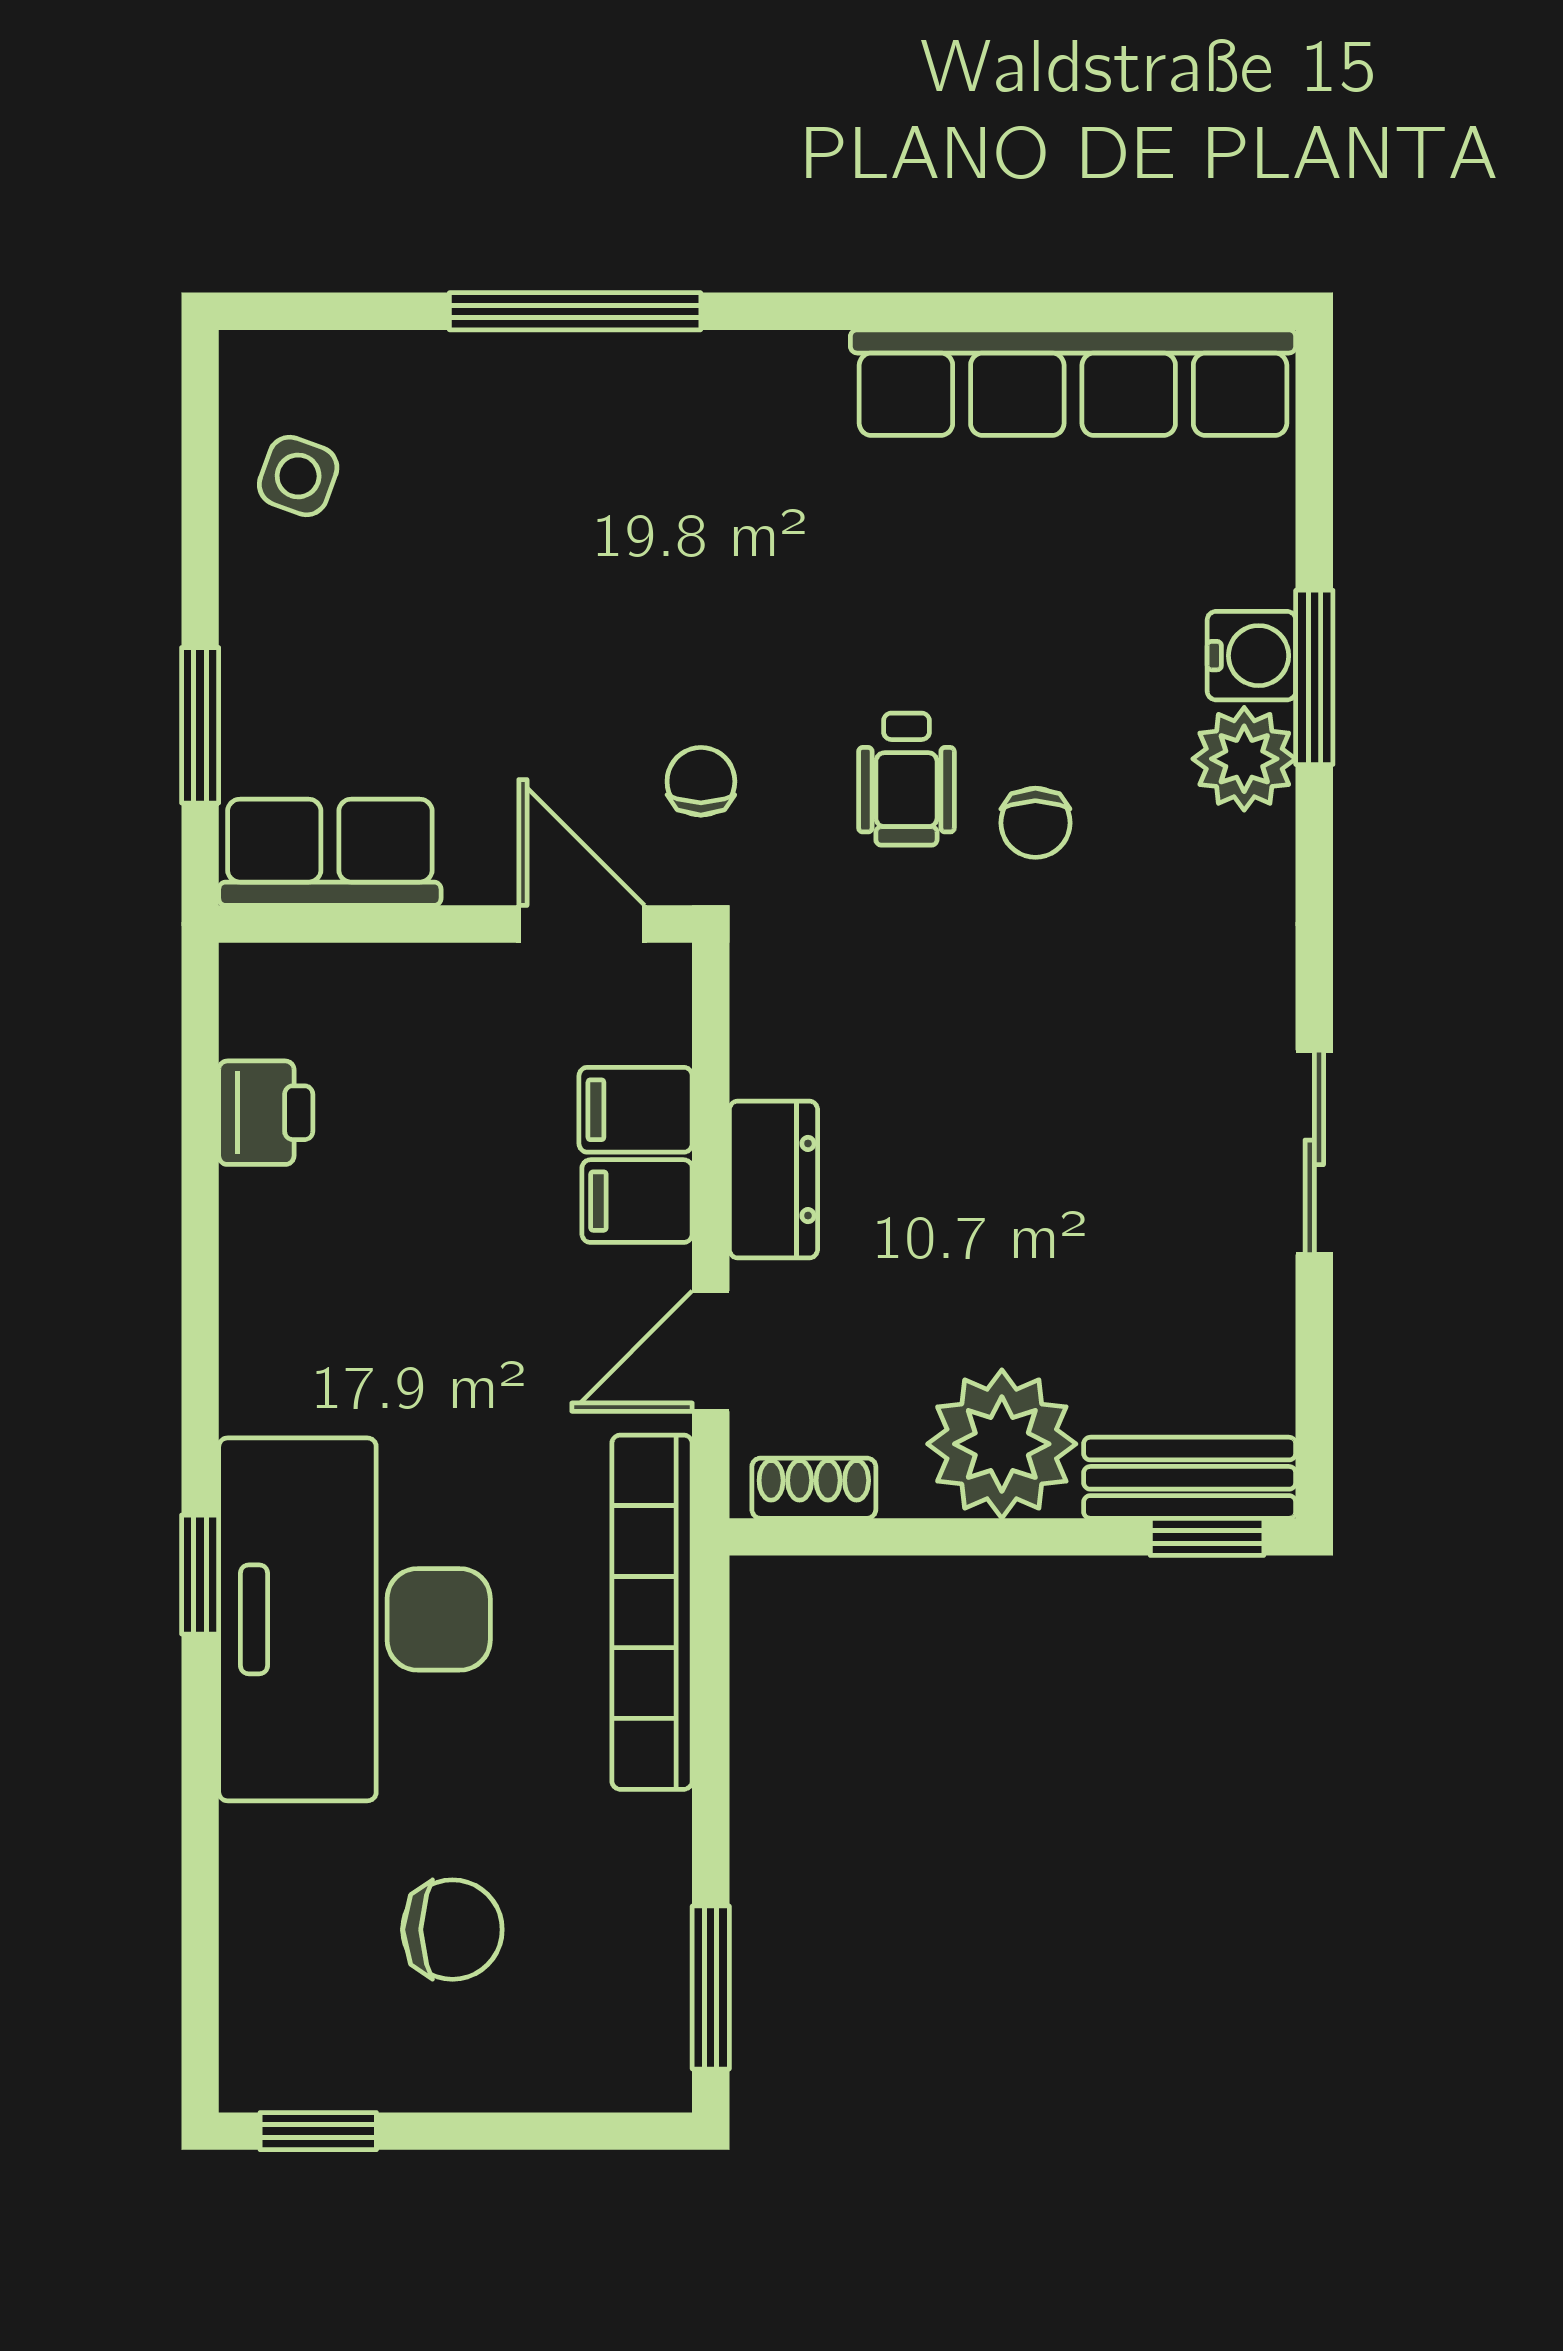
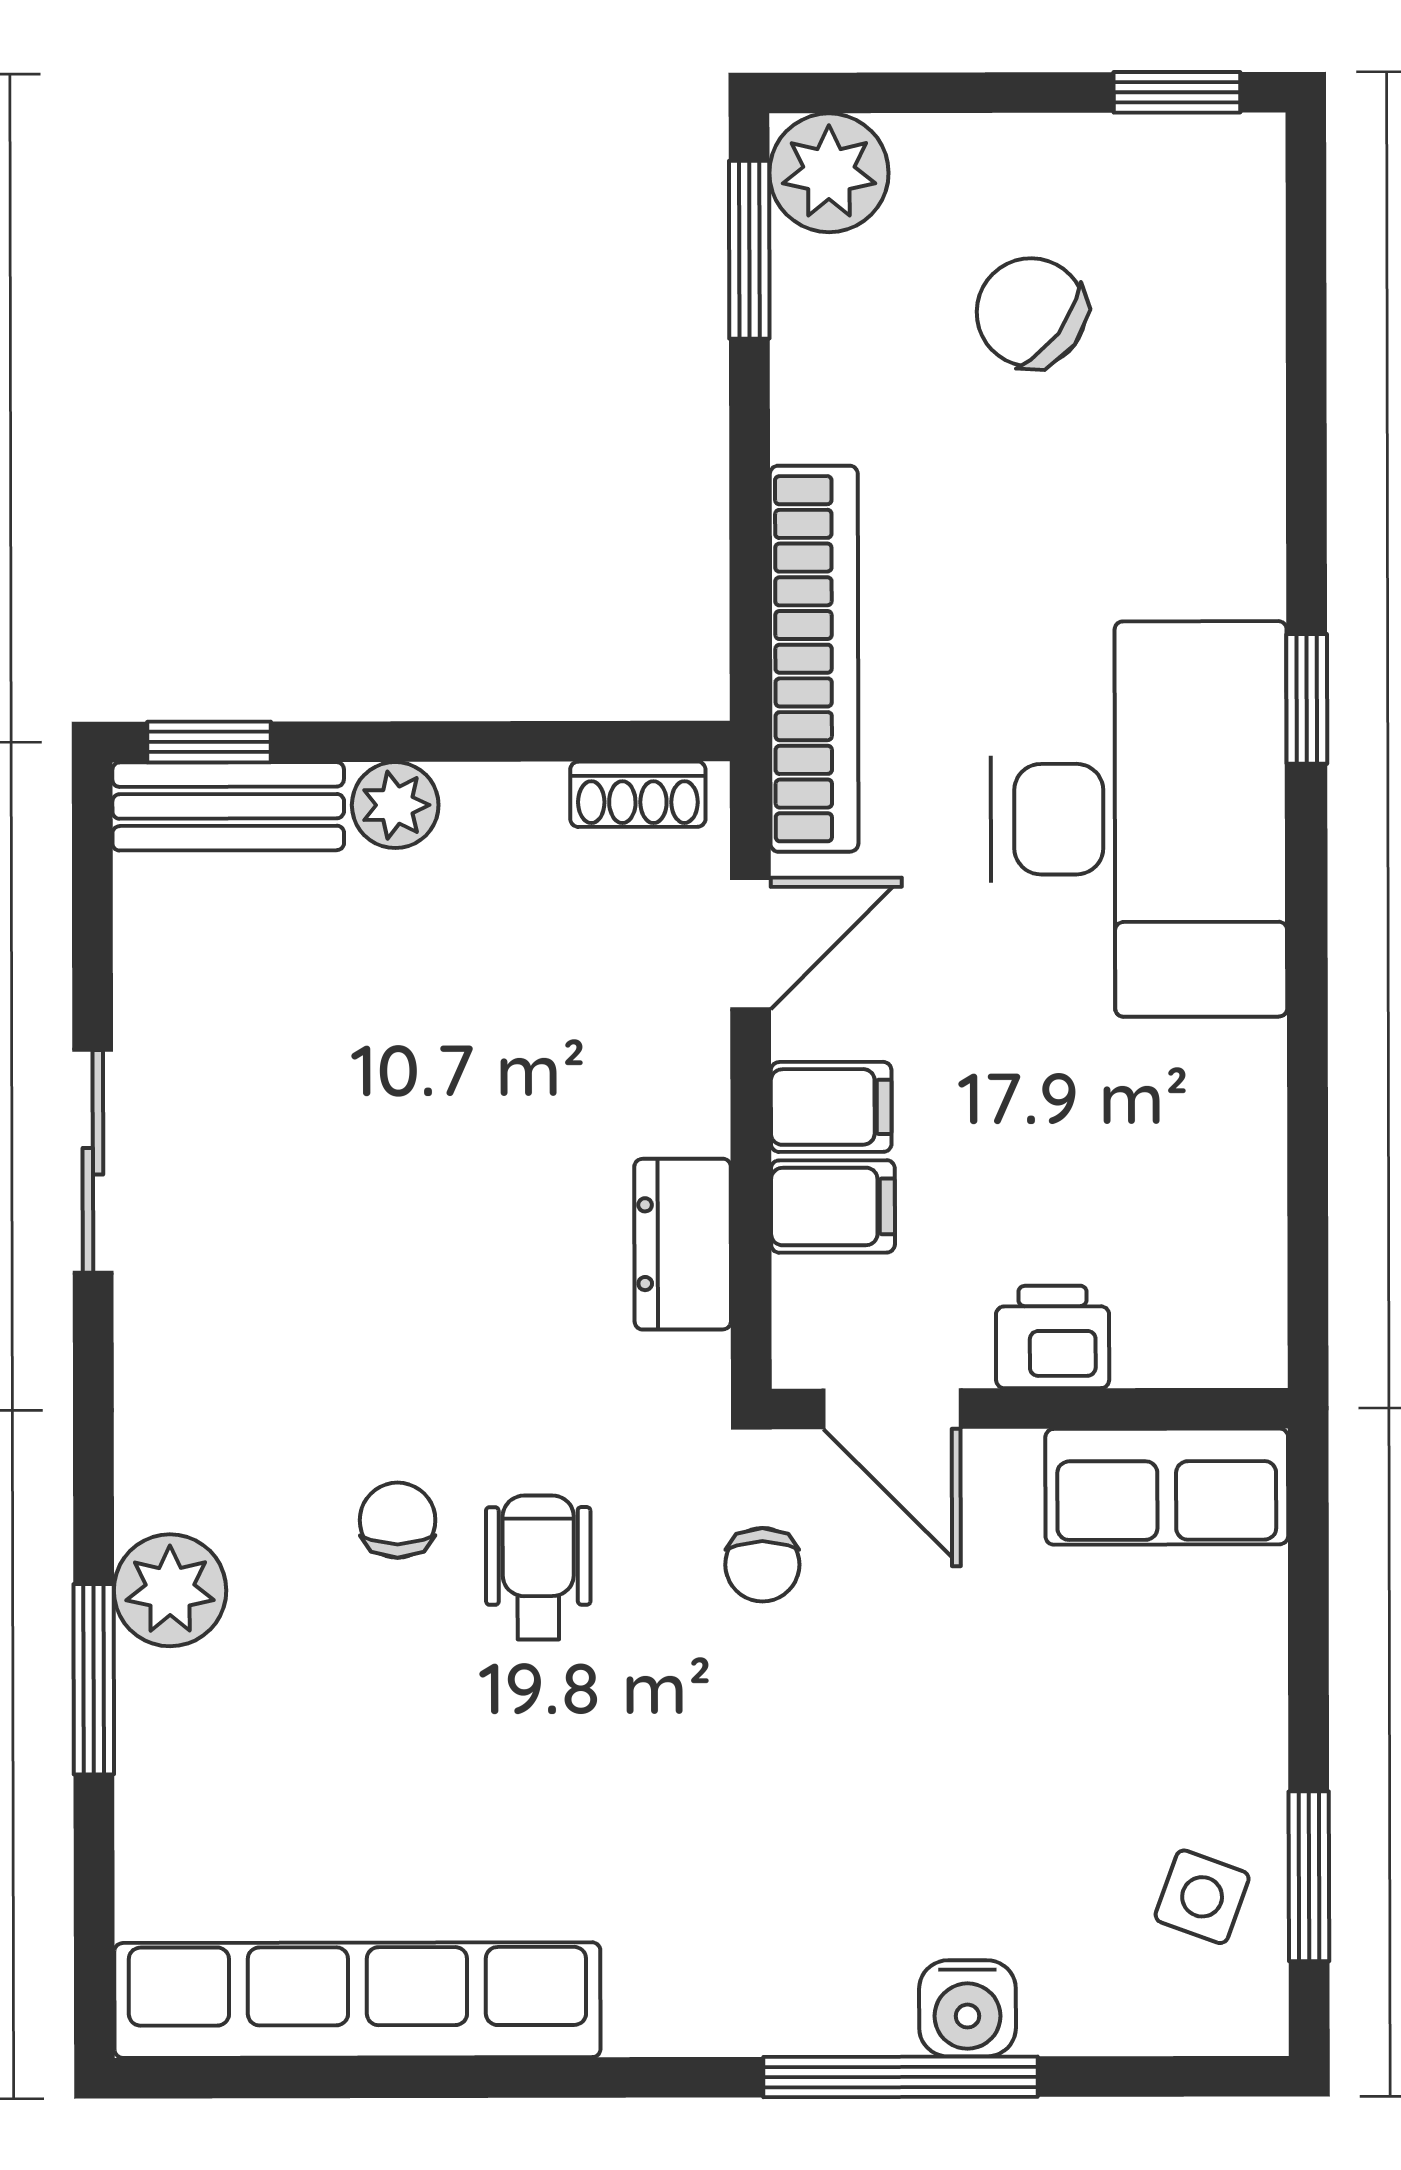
water cooler: (1251, 656) -> (967, 2008), moved, turned -90
window: (200, 725) -> (1309, 1876), moved
printer: (266, 1113) -> (1053, 1337), moved, turned 90
dresser: (774, 1180) -> (683, 1244), moved
plant: (1002, 1444) -> (395, 805), width x0.53, depth x0.53
desk: (355, 1619) -> (1139, 819), moved
chair: (452, 1930) -> (1031, 312), turned 37
plant: (638, 2058) -> (829, 173), added

